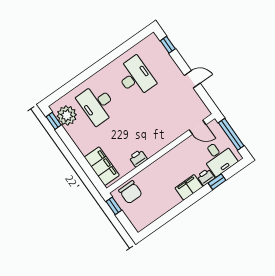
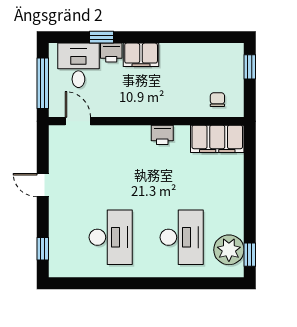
desk: (135, 77) -> (111, 237), turned 180
printer: (138, 158) -> (162, 135), moved
filing cabinet: (102, 166) -> (217, 139), moved, turned -90
chair: (130, 192) -> (217, 100), width x0.54, depth x0.54
window: (114, 206) -> (250, 67), moved

